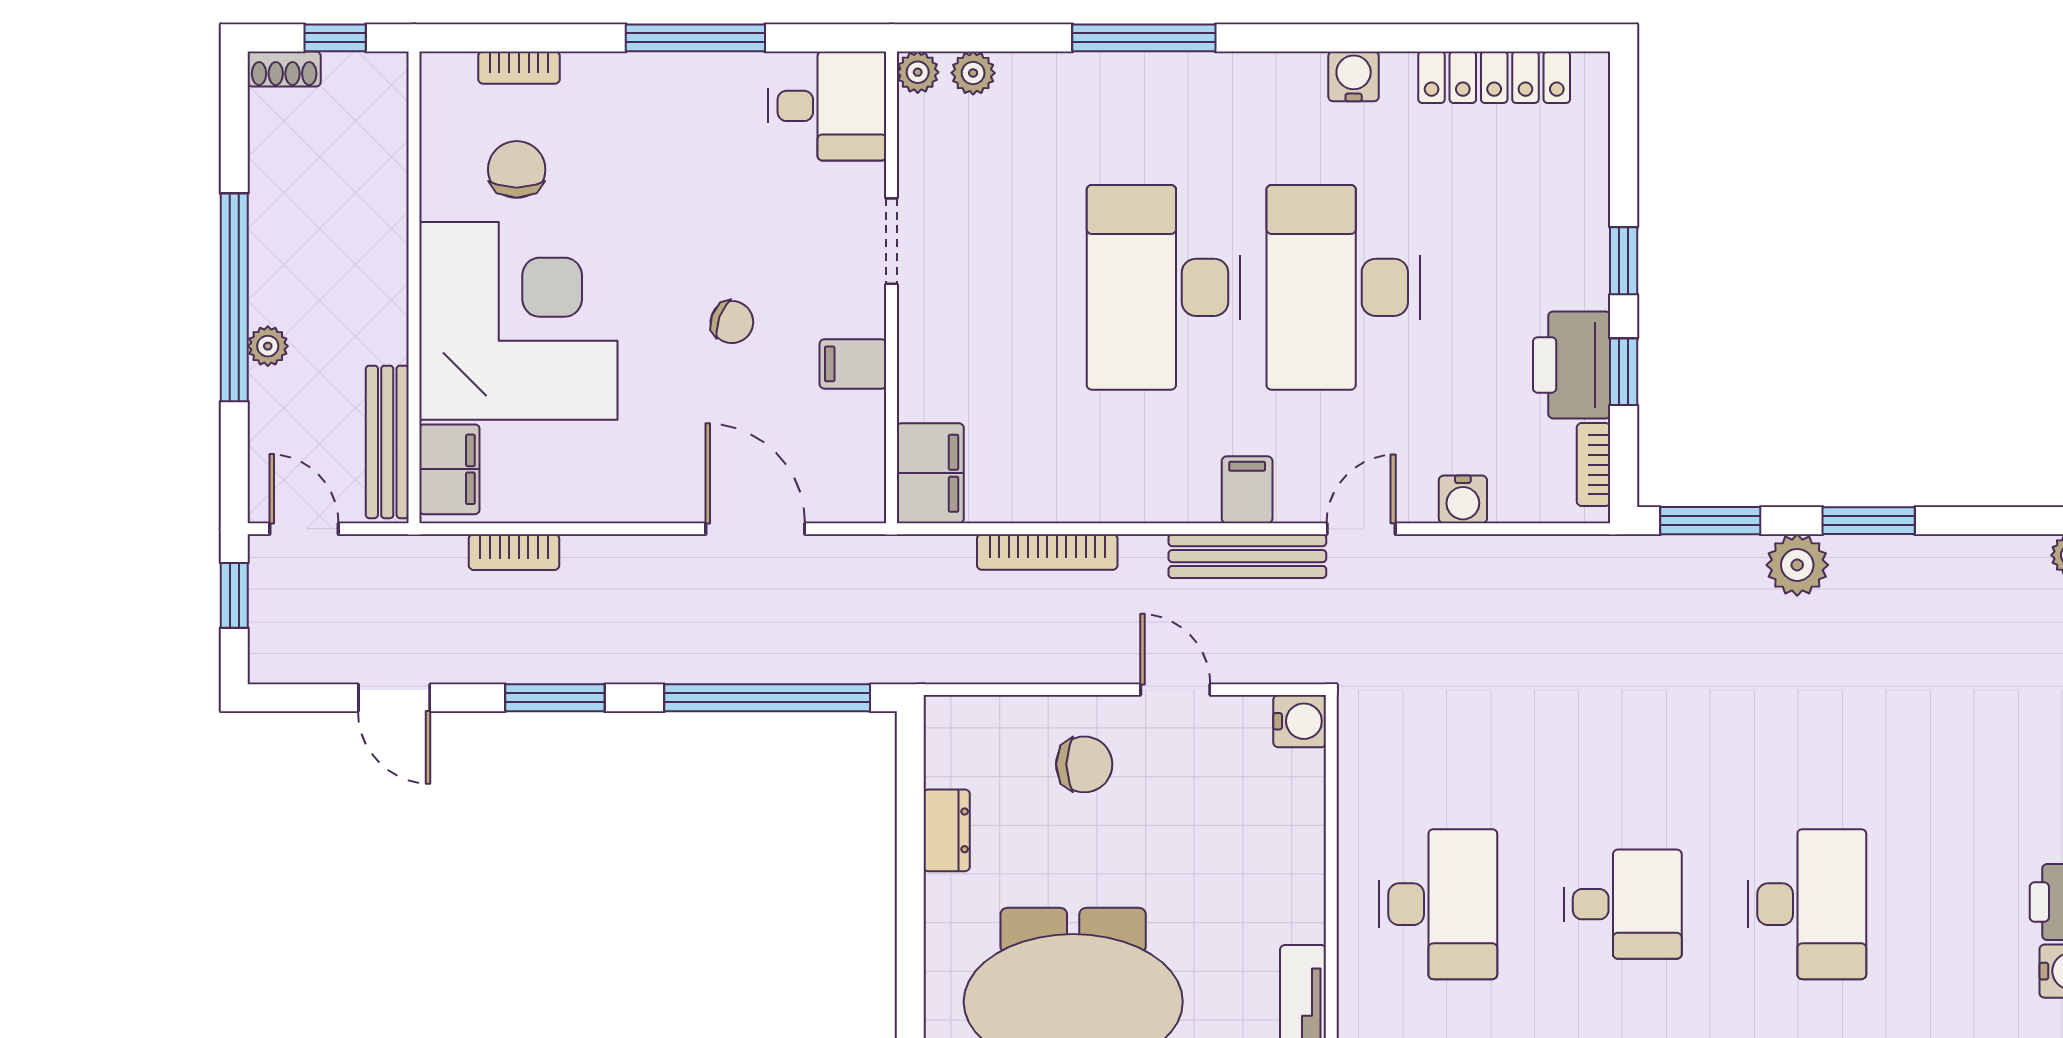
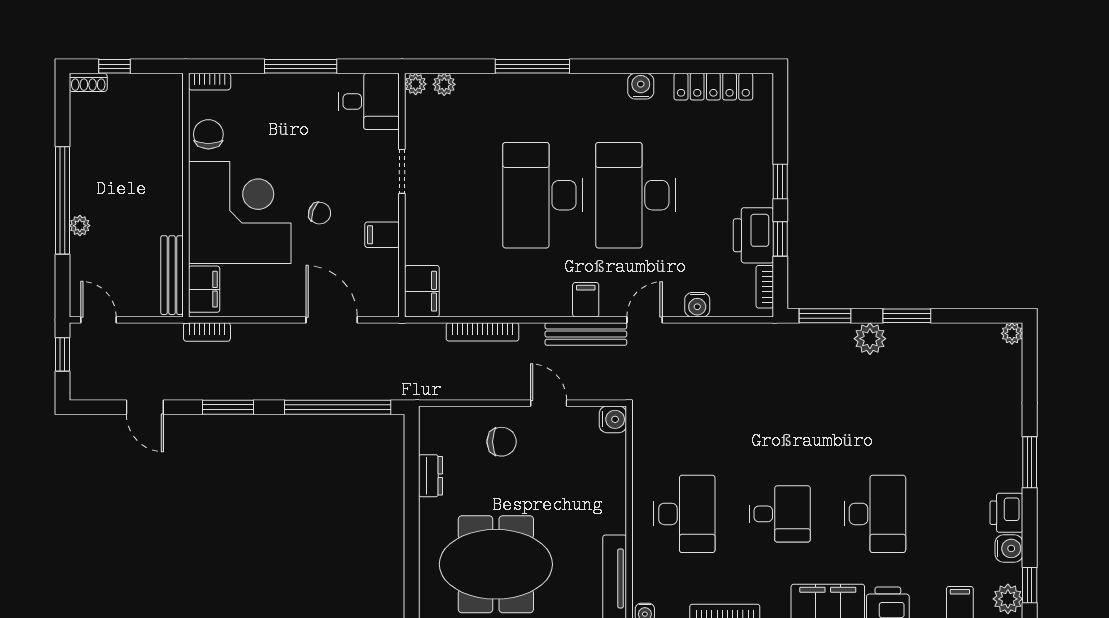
wall: (414, 287) -> (186, 195), moved
corner desk: (518, 321) -> (240, 213), moved
bench: (387, 442) -> (172, 275), moved
filing cabinet: (449, 469) -> (204, 289), moved

